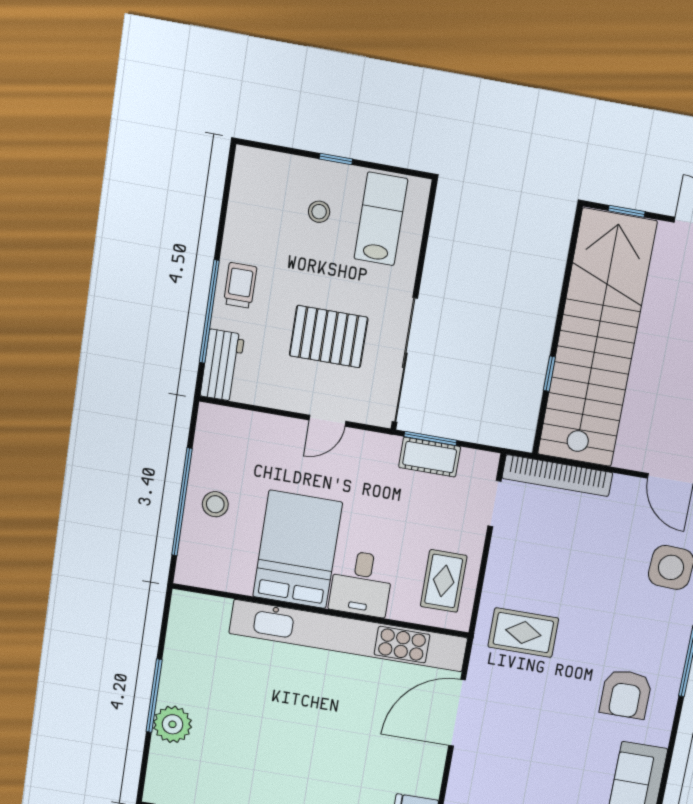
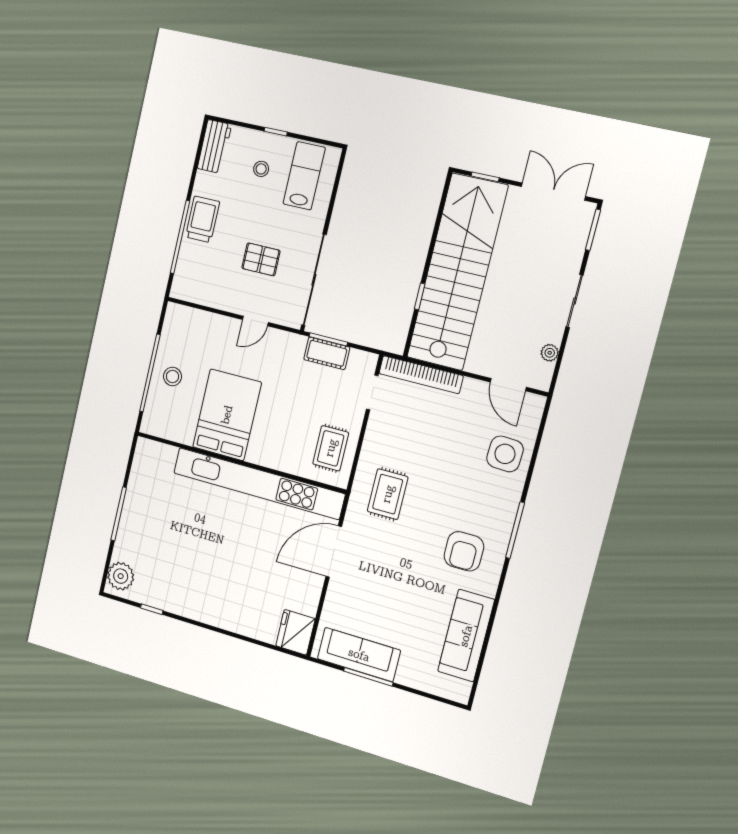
trolley: (240, 285) -> (203, 219), width x1.36, depth x1.39
pallet: (329, 337) -> (261, 259), width x0.67, depth x0.71
workbench: (222, 365) -> (214, 147), moved
desk: (361, 584) -> (270, 445), removed
rug: (523, 633) -> (388, 494), turned 90
plant: (172, 724) -> (121, 576), moved

